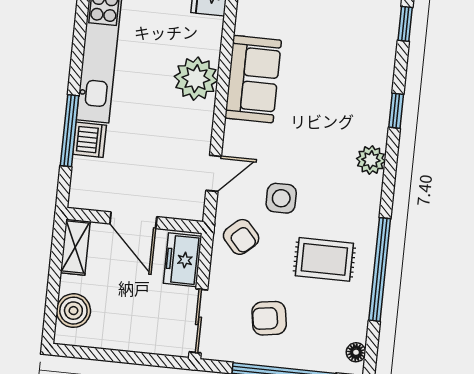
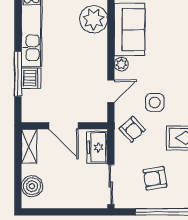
plant: (196, 79) -> (94, 19), moved
plant: (234, 132) -> (121, 64), added

